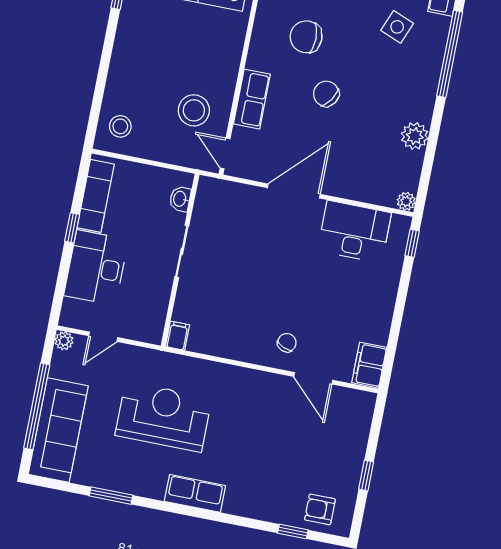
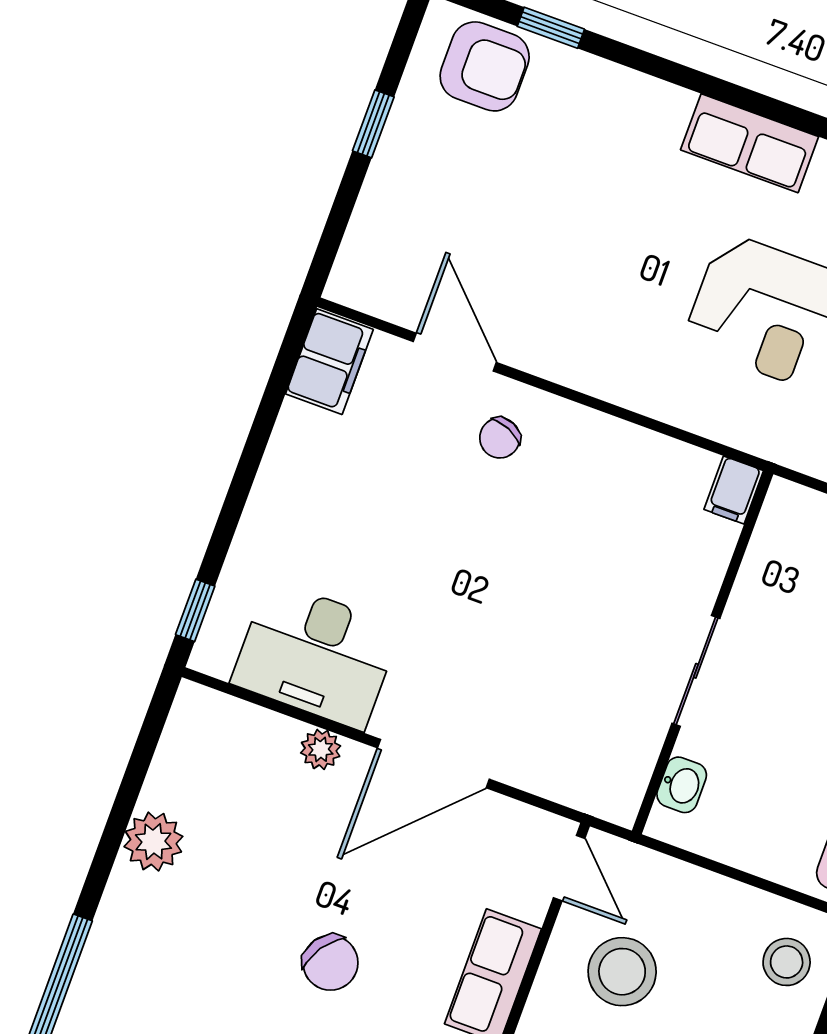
plant: (406, 201) -> (321, 749), moved
armchair: (320, 509) -> (485, 66), width x1.38, depth x1.38

